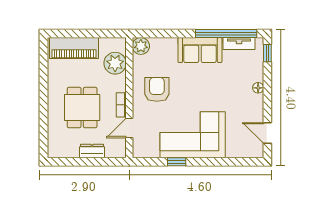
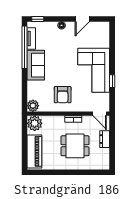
plant: (115, 63) -> (35, 123), moved
armchair: (157, 89) -> (63, 95), turned -90
door: (129, 128) -> (100, 114), moved
door: (267, 133) -> (82, 19), moved

